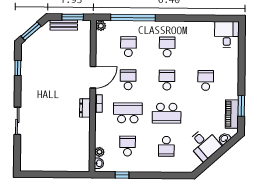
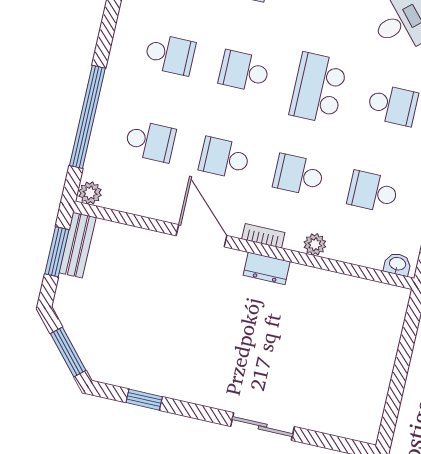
bench: (64, 25) -> (77, 245), moved
school desk: (128, 47) -> (150, 141), turned 180
school desk: (167, 47) -> (170, 54), turned 180
school desk: (128, 113) -> (299, 175), width x0.54
school desk: (167, 113) -> (318, 88), turned 180
plant: (100, 152) -> (315, 244), moved

